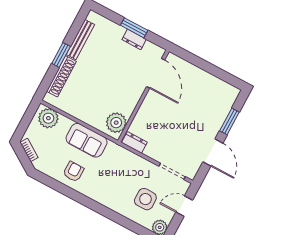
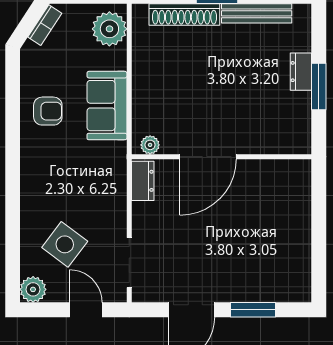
dresser: (134, 39) -> (301, 72), moved
door: (156, 73) -> (208, 157), moved
plant: (116, 123) -> (150, 145), width x0.53, depth x0.53
side table: (145, 199) -> (65, 244), turned 37

